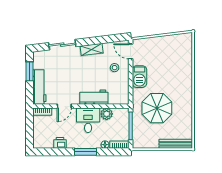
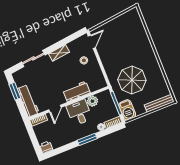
door: (131, 51) -> (92, 42), swing flipped
barbecue: (139, 77) -> (127, 110), moved
printer: (60, 143) -> (46, 147), moved

